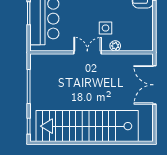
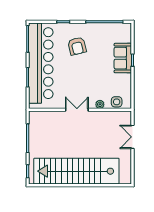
side table: (106, 28) -> (117, 102), moved
double door: (154, 85) -> (132, 137), width x0.73

